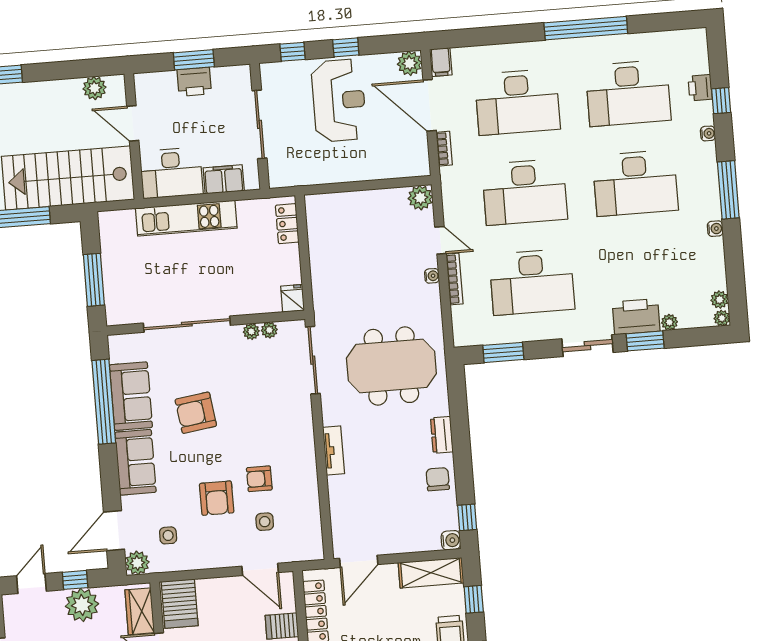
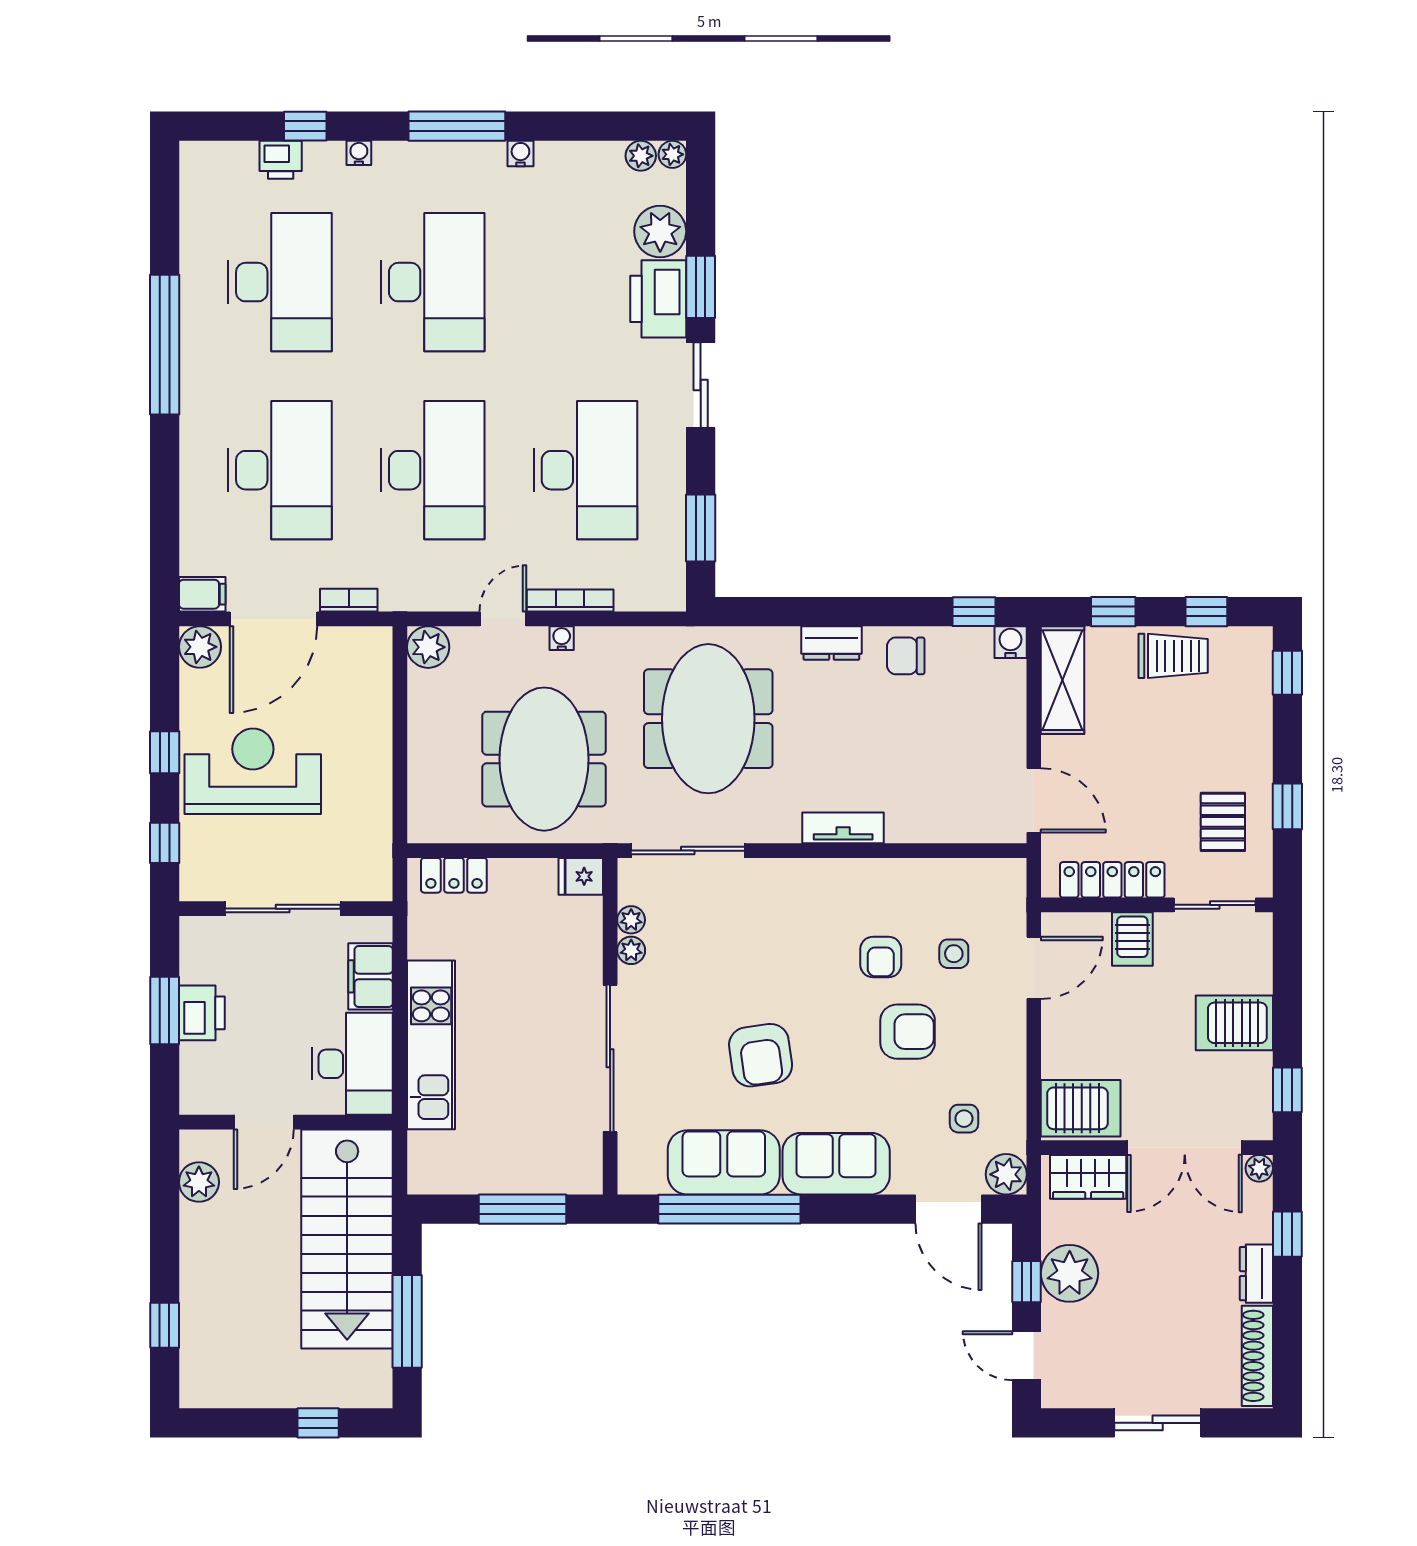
meeting table: (360, 271) -> (544, 759), added
plant: (669, 322) -> (660, 231), width x1.87, depth x1.87

